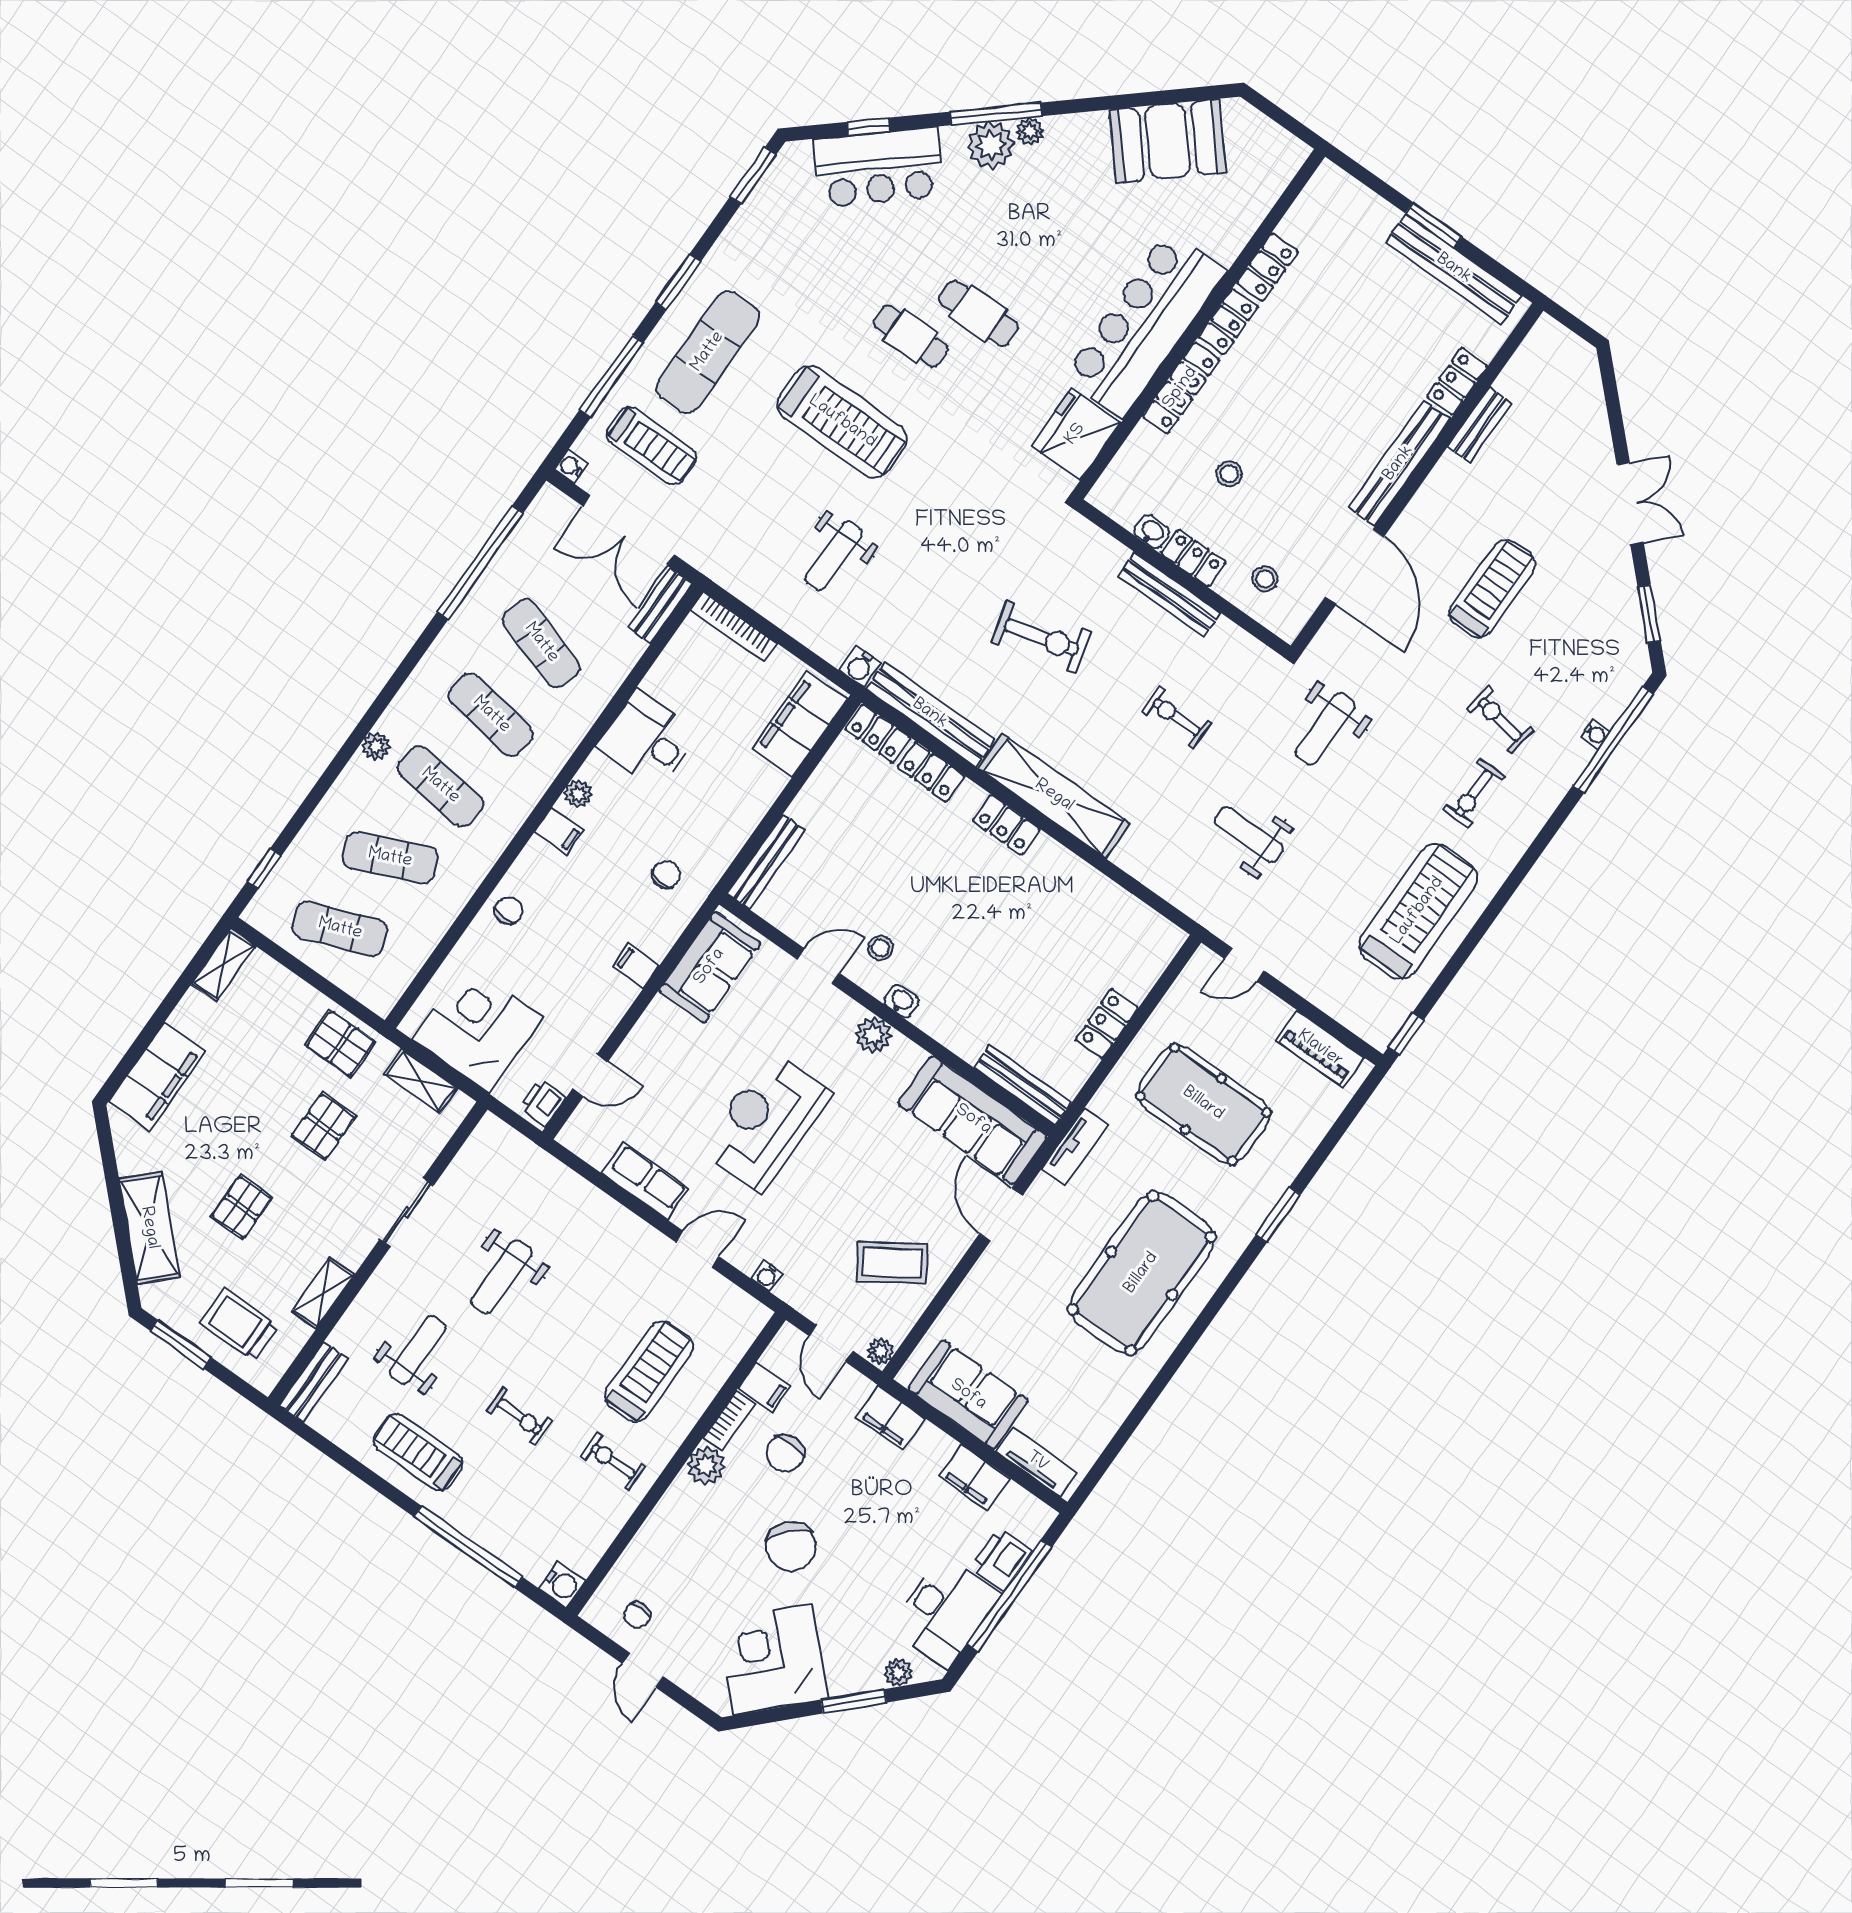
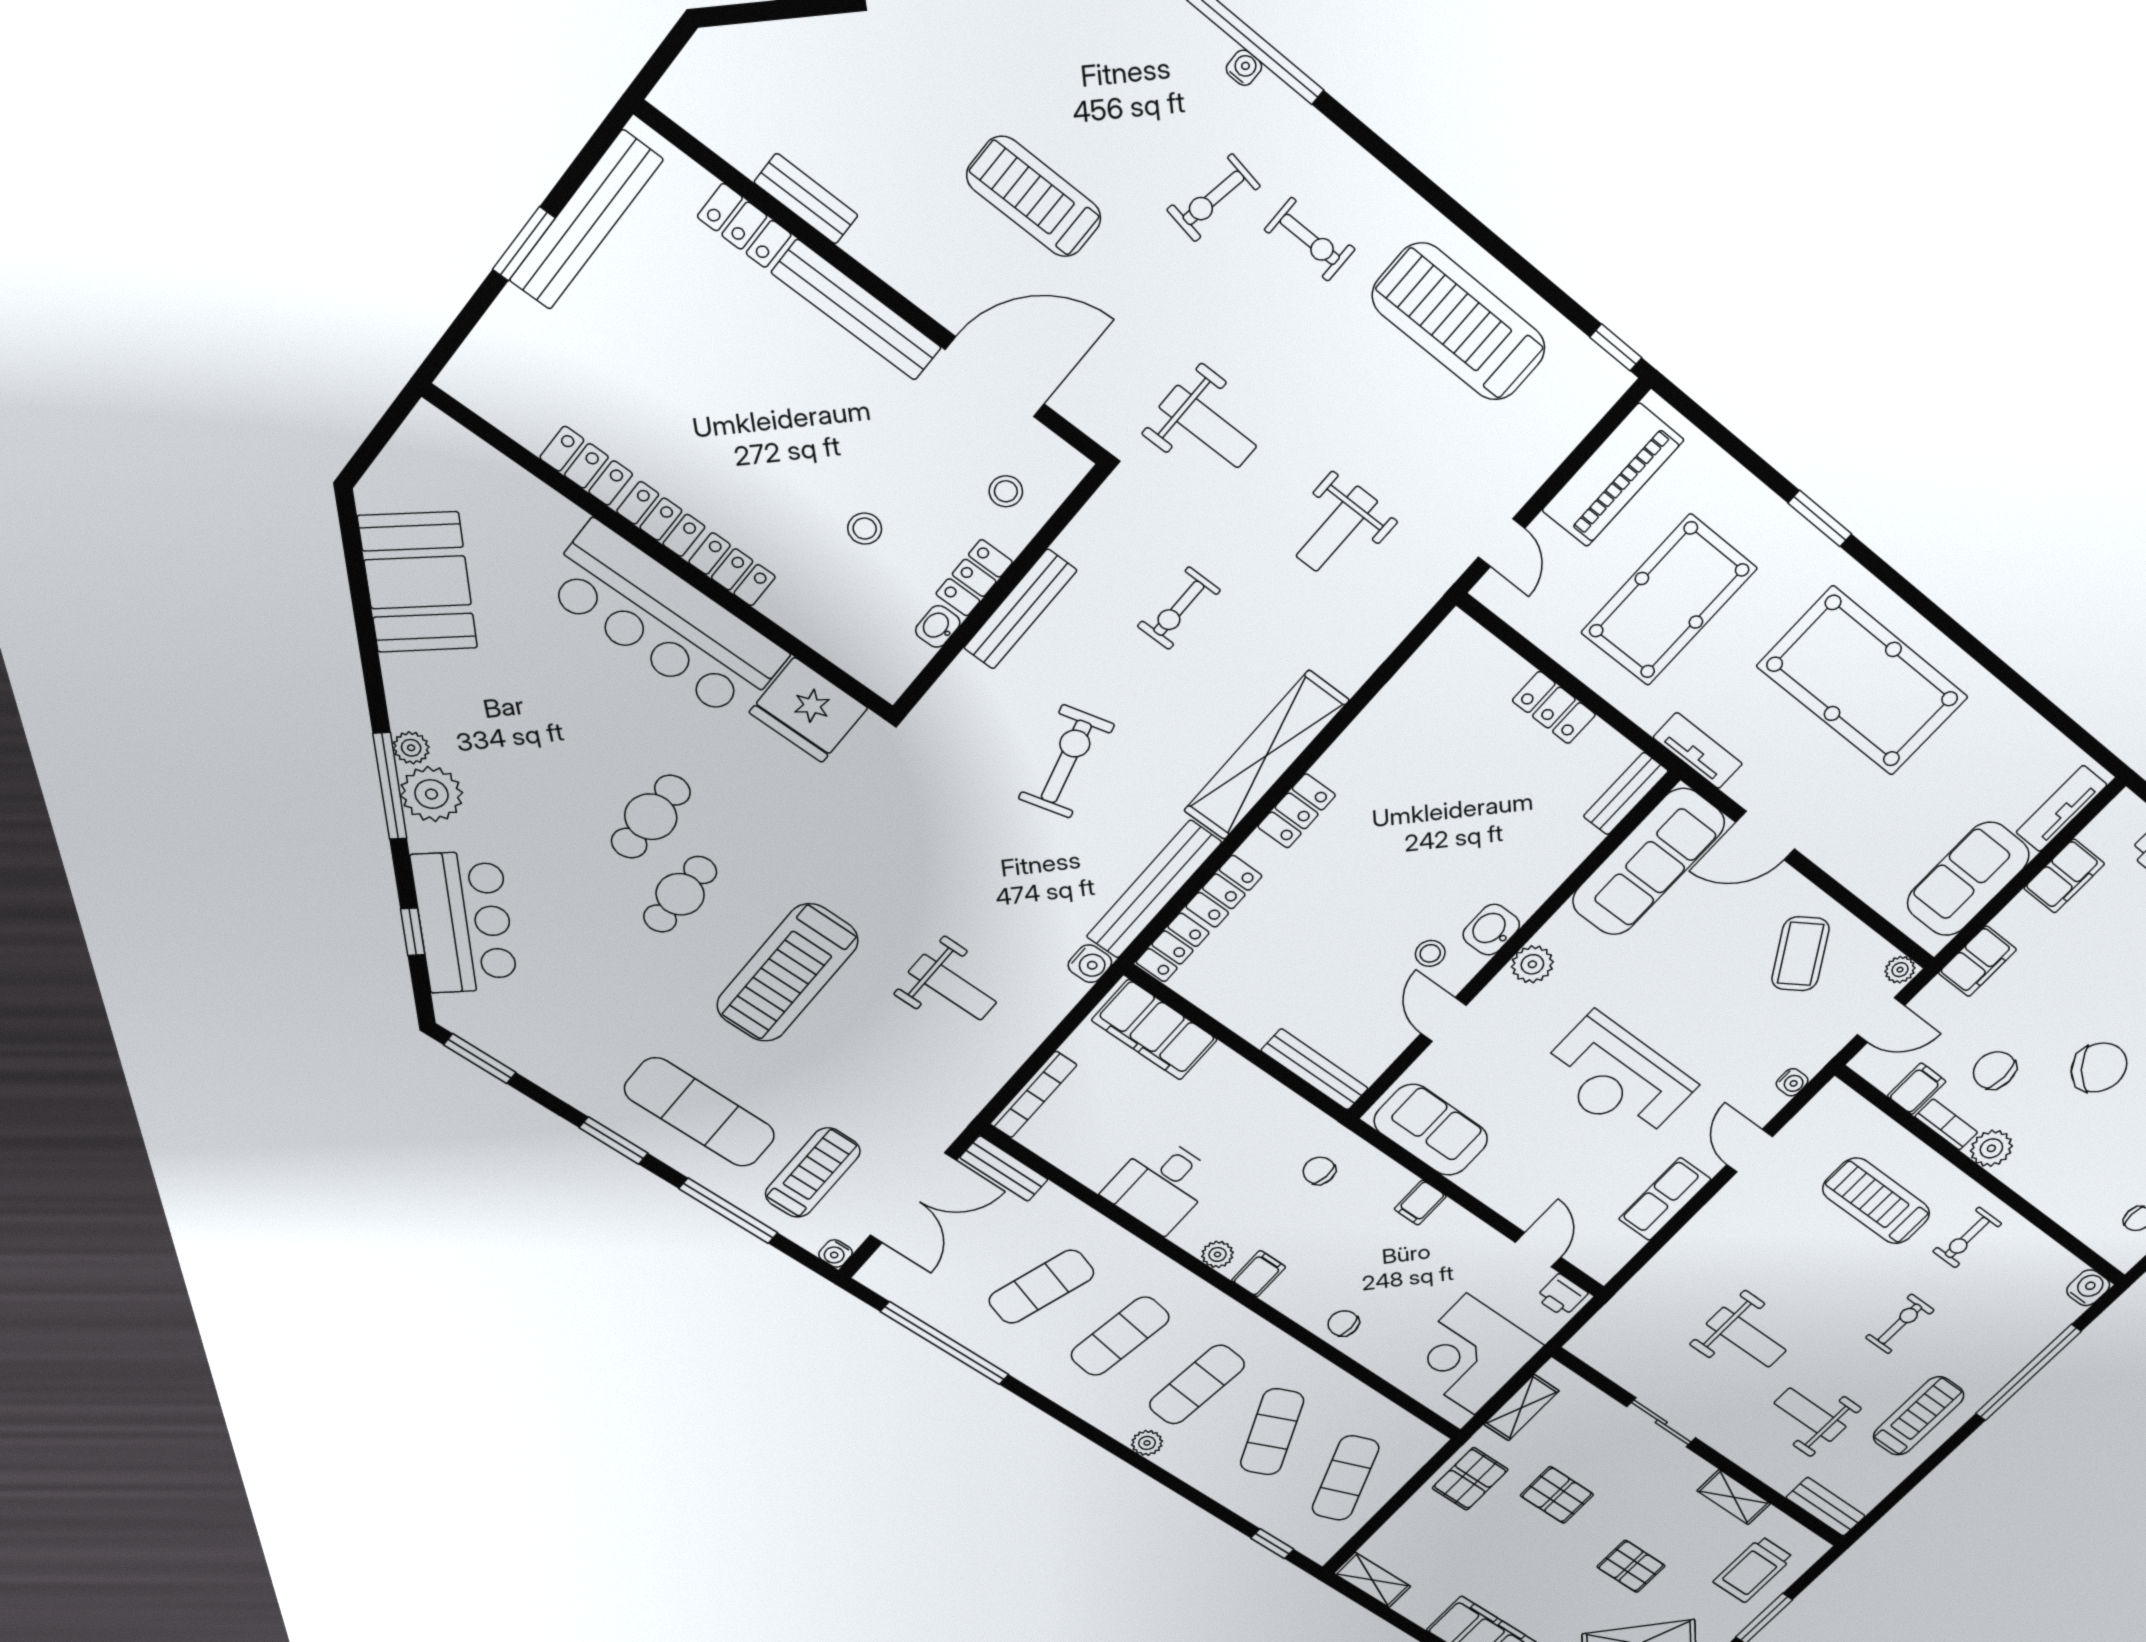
locker: (1181, 388) -> (732, 569), width x0.66
treadmill: (842, 422) -> (787, 973), turned 180
washbasin: (901, 1001) -> (1491, 930), width x1.38, depth x1.45
piano: (1320, 1049) -> (1613, 475), width x1.37, depth x1.33
bench: (1023, 1085) -> (1626, 794), width x0.73
treadmill: (418, 1452) -> (1919, 1416), turned 180
chair: (785, 1453) -> (1995, 1070), turned 180

